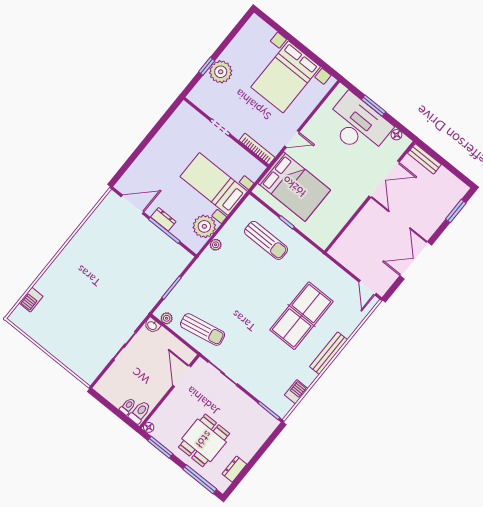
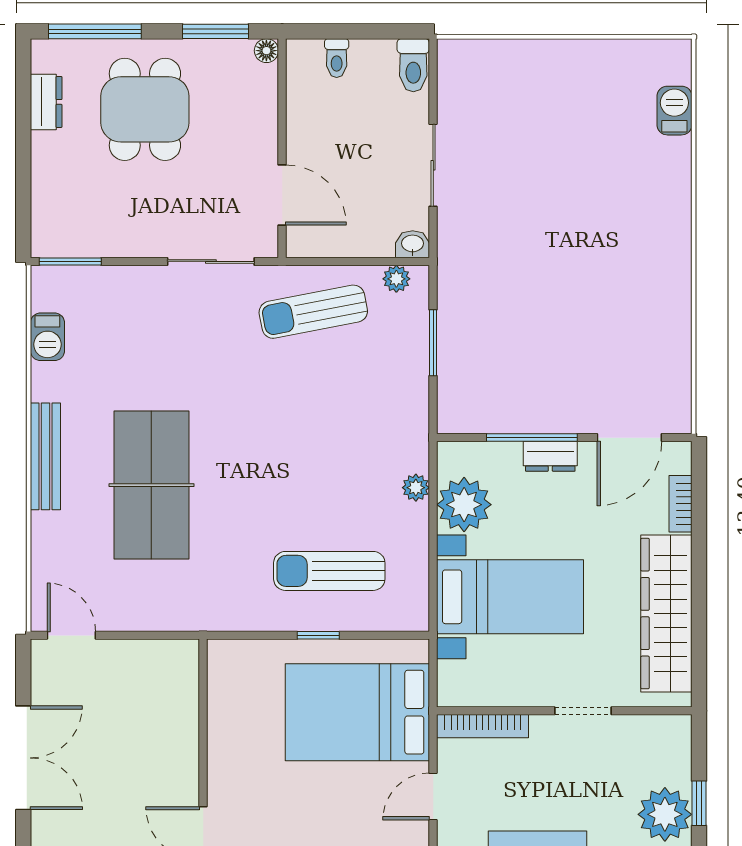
wardrobe: (167, 137) -> (666, 614), added
bookcase: (133, 169) -> (680, 504), added
toilet: (140, 412) -> (413, 65), moved

